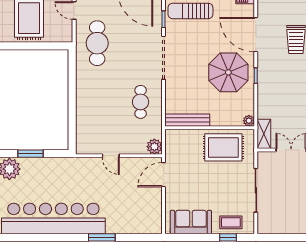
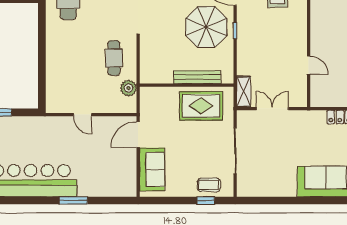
bench: (187, 120) -> (197, 77), moved
plant: (249, 121) -> (228, 78), removed
plant: (154, 147) -> (128, 88), moved
sofa: (191, 222) -> (152, 169), moved, turned 90

